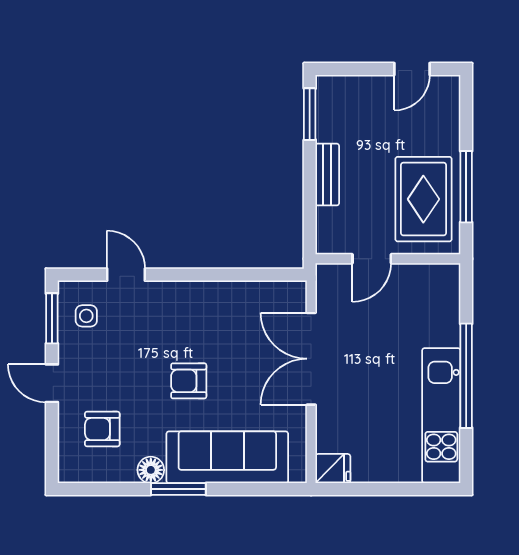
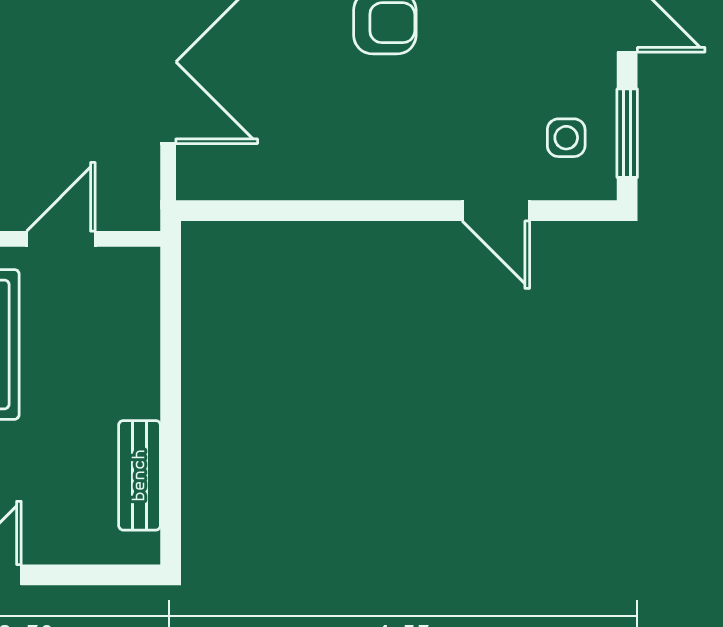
window: (310, 114) -> (171, 495), removed
bench: (327, 175) -> (140, 475), moved

